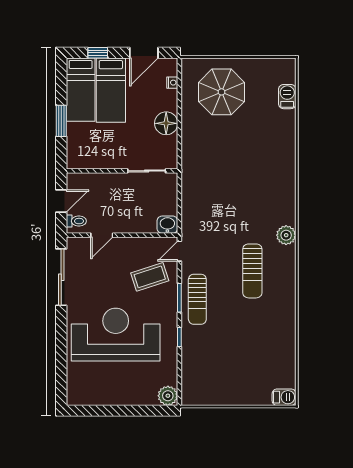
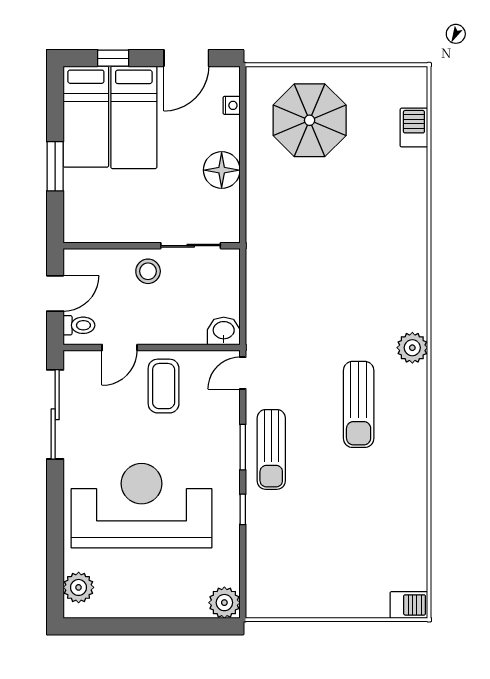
stool: (120, 187) -> (148, 271), added
coffee table: (150, 277) -> (164, 386), moved, turned -72
plant: (76, 386) -> (79, 587), added

